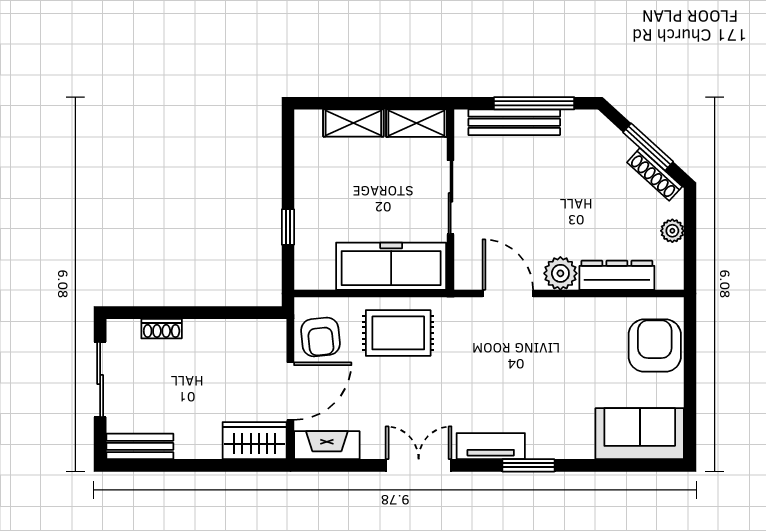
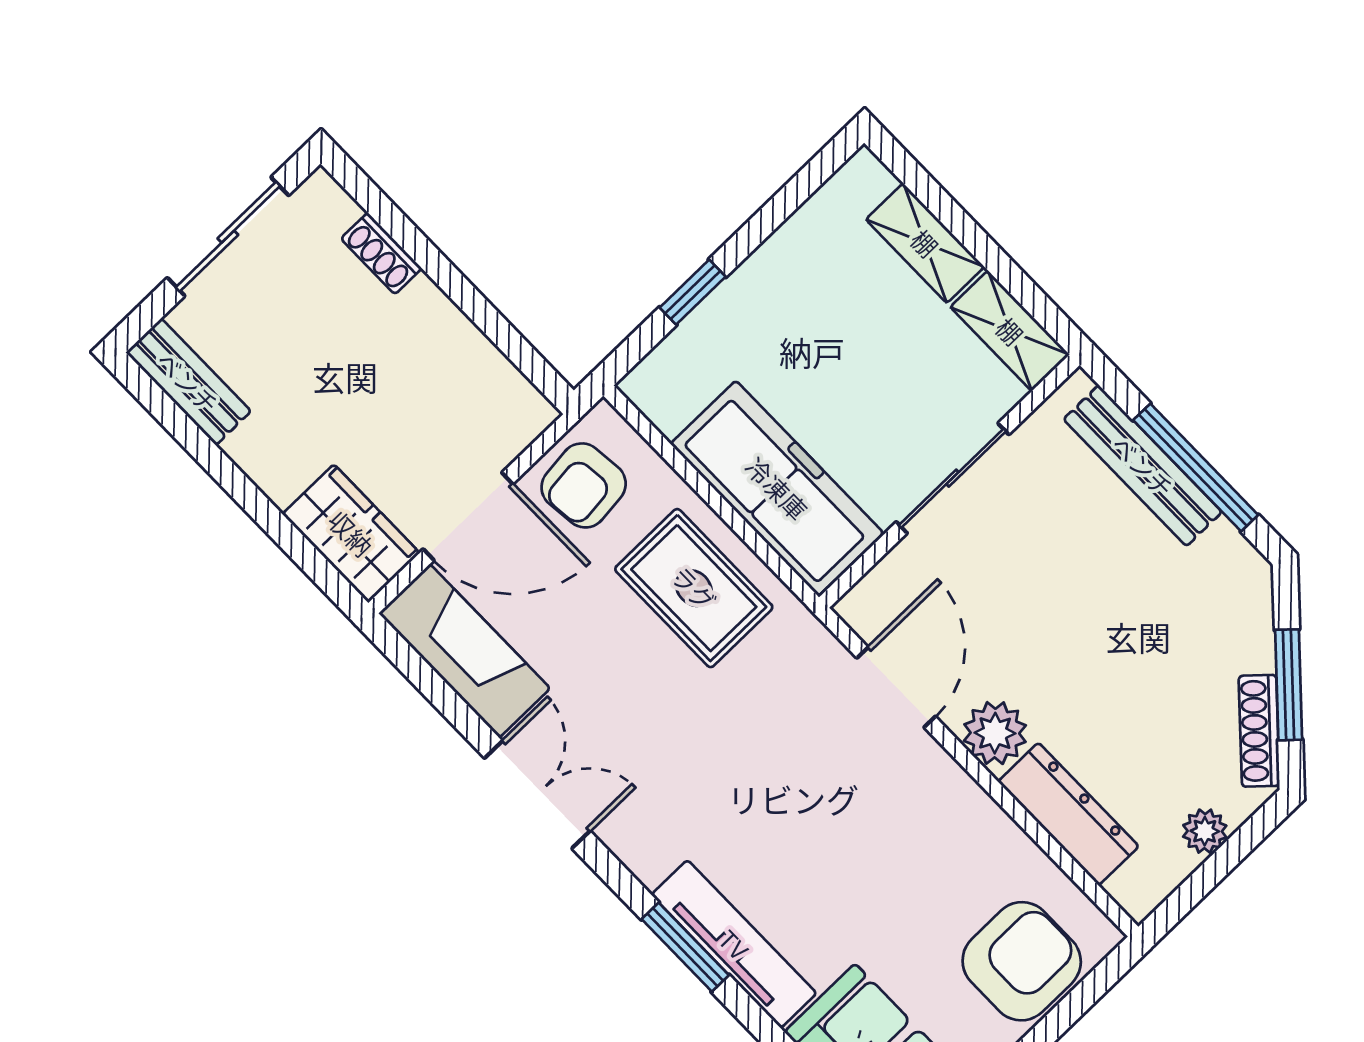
fireplace: (327, 445) -> (464, 651), width x1.37, depth x1.32
tv unit: (491, 446) -> (734, 944), moved, width x1.41

